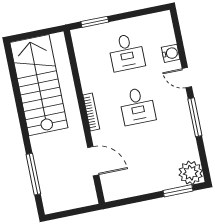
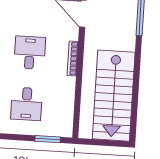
desk: (126, 52) -> (26, 104), turned 180

